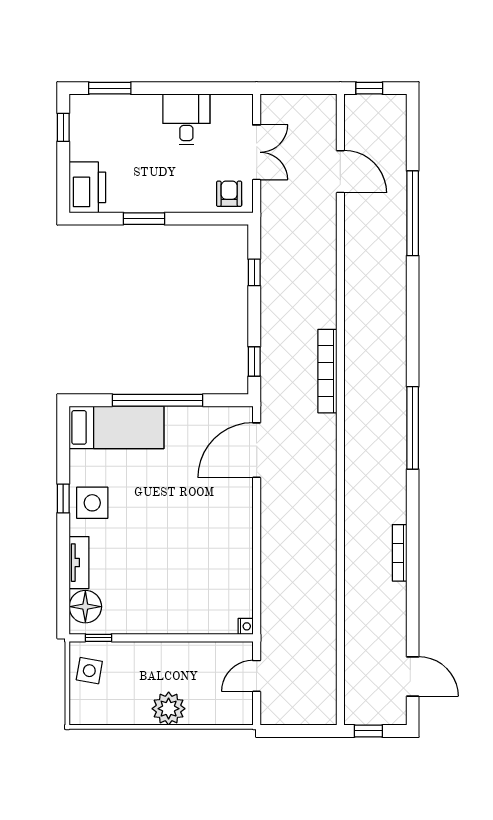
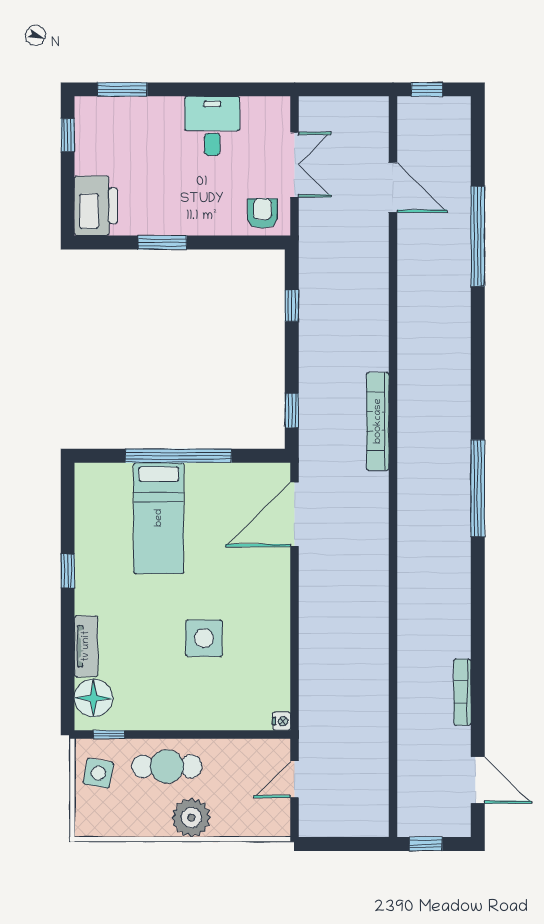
bed: (116, 427) -> (159, 518), moved, turned 90
side table: (92, 503) -> (204, 638), moved
bookcase: (400, 553) -> (462, 692), moved
cafe table: (148, 665) -> (167, 766), added

